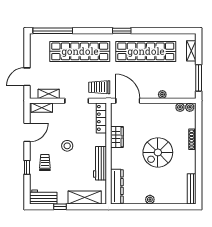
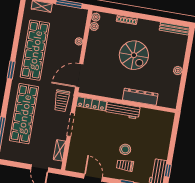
shelving: (42, 108) -> (72, 159), removed
wardrobe: (117, 137) -> (112, 92), removed
stool: (67, 146) -> (125, 149), moved
workbench: (100, 163) -> (123, 110), moved
dresser: (117, 187) -> (140, 97), moved
shelving: (85, 197) -> (165, 133), removed
window: (60, 207) -> (168, 171), moved

